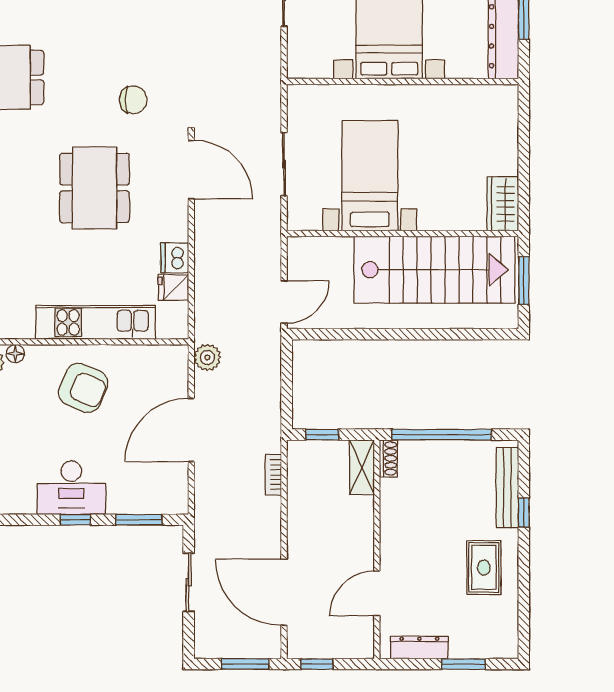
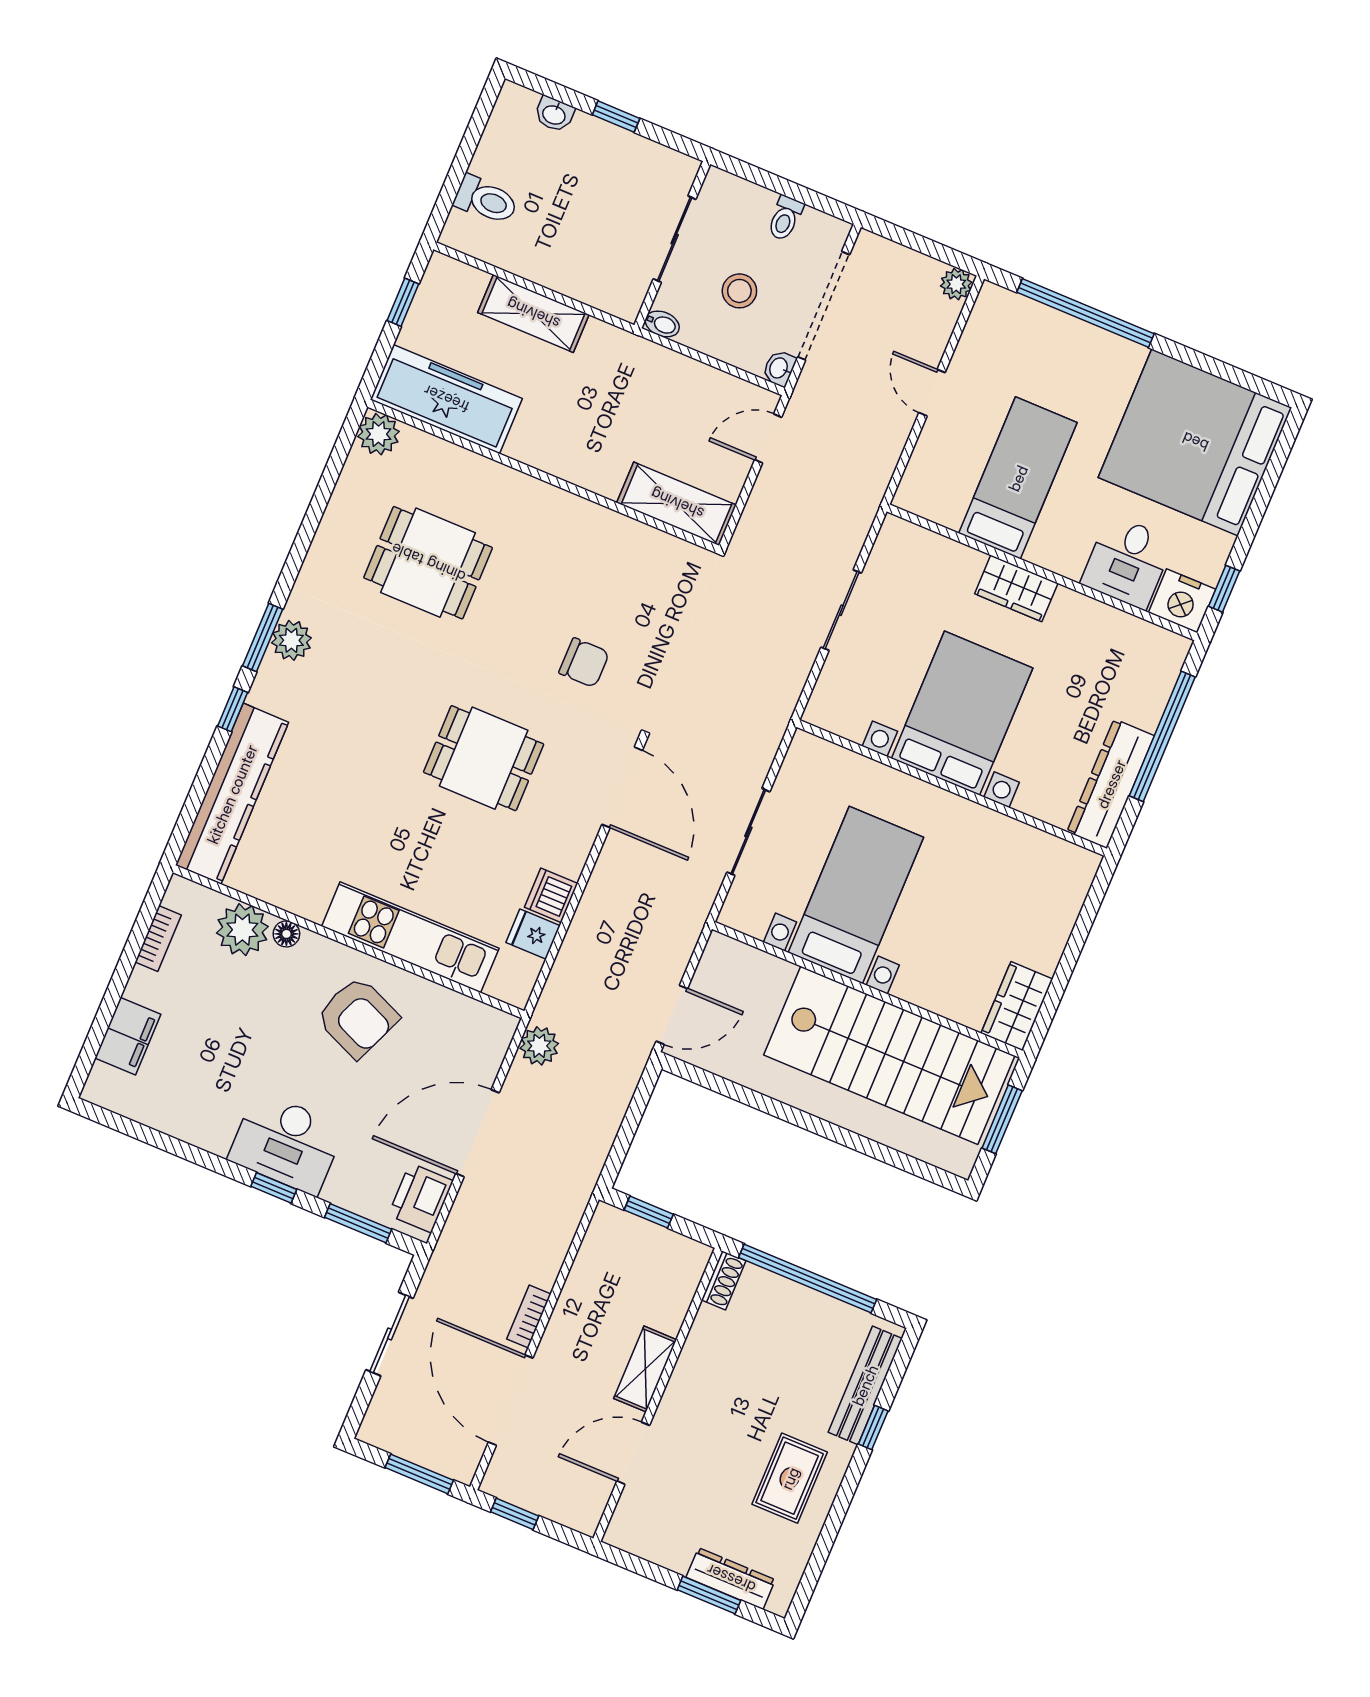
dining table: (95, 188) -> (484, 758), width x0.73
shelving: (362, 467) -> (645, 1369), moved
bookcase: (273, 475) -> (529, 1316), moved
printer: (172, 487) -> (421, 1198), added
dresser: (419, 648) -> (731, 1579), moved

